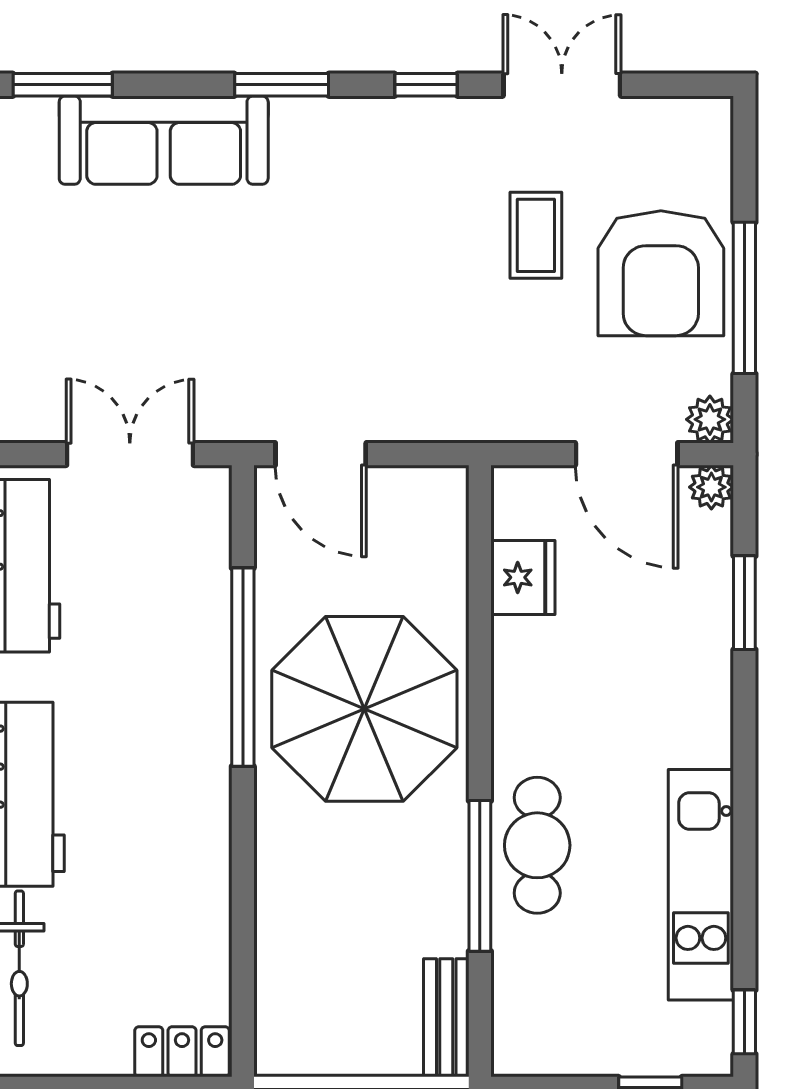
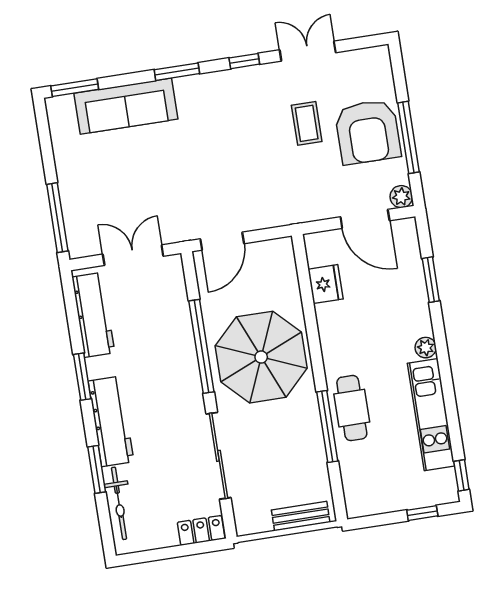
door: (321, 454) -> (222, 241), hinge flipped
plant: (711, 487) -> (426, 348), moved
sliding door: (243, 901) -> (218, 456), added
bench: (446, 1018) -> (301, 516), moved, turned 90

